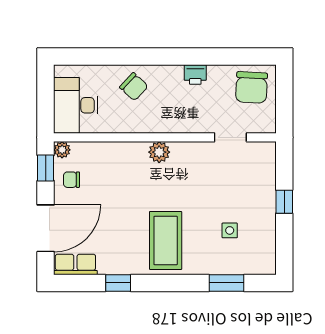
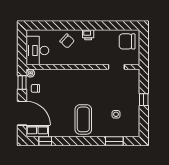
printer: (195, 75) -> (88, 35), moved
chair: (251, 87) -> (127, 41), turned 87
plant: (159, 152) -> (80, 74), removed
door: (46, 228) -> (22, 113), hinge flipped
window: (118, 283) -> (45, 141), moved

